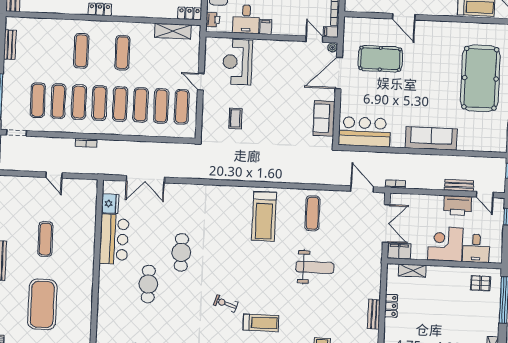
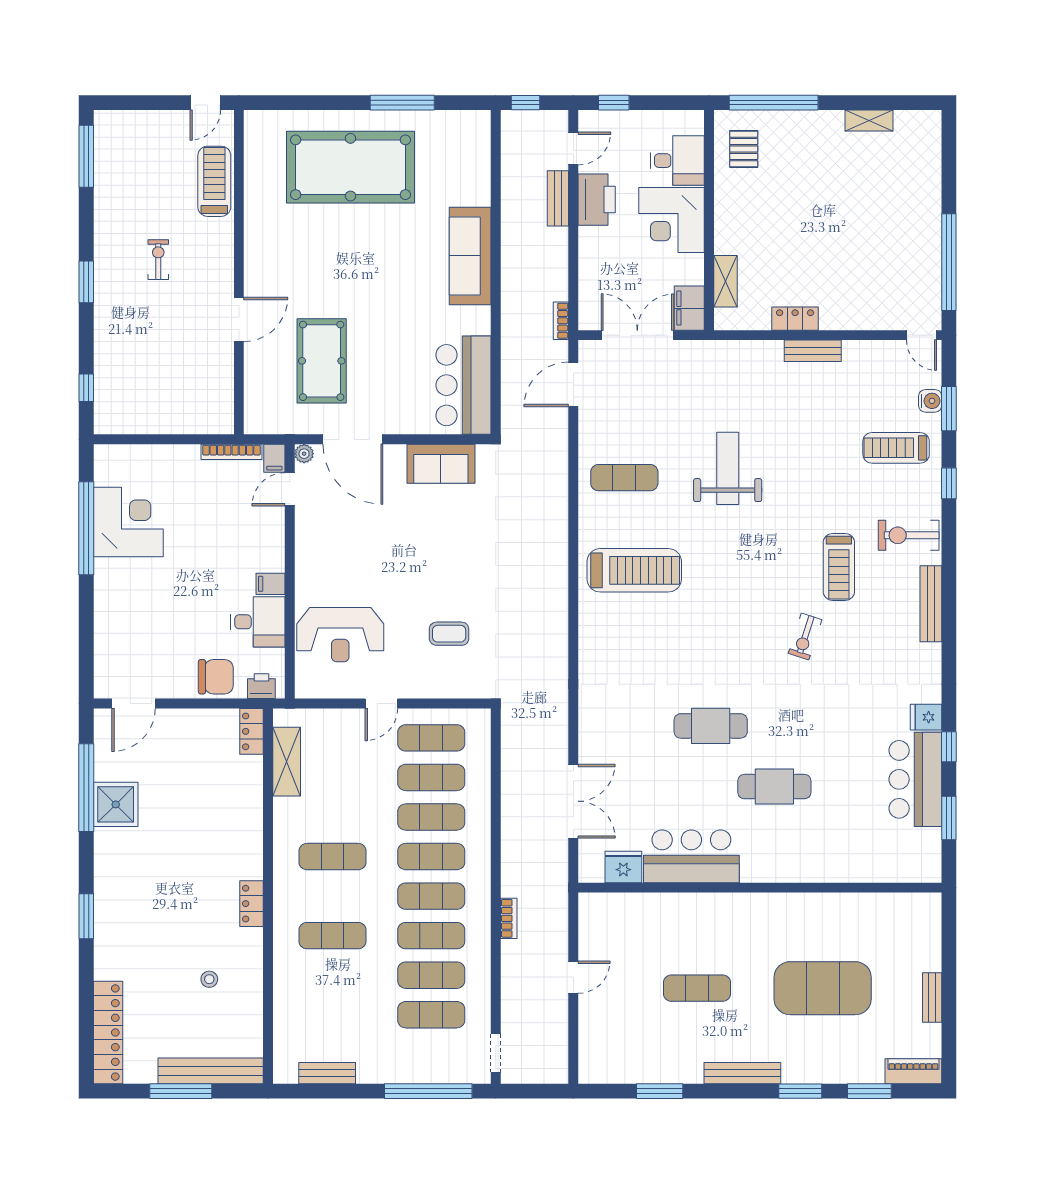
treadmill: (261, 323) -> (839, 567), turned 180

